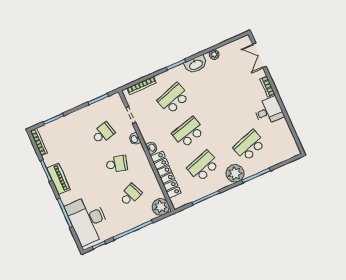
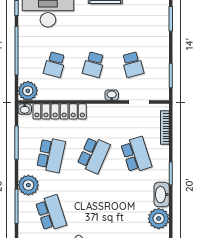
plant: (214, 55) -> (159, 219), width x1.87, depth x1.87
school desk: (188, 132) -> (94, 155), turned 39
washbasin: (152, 148) -> (25, 109), moved
school desk: (203, 166) -> (51, 155), turned 30
school desk: (130, 195) -> (55, 65), turned 39

